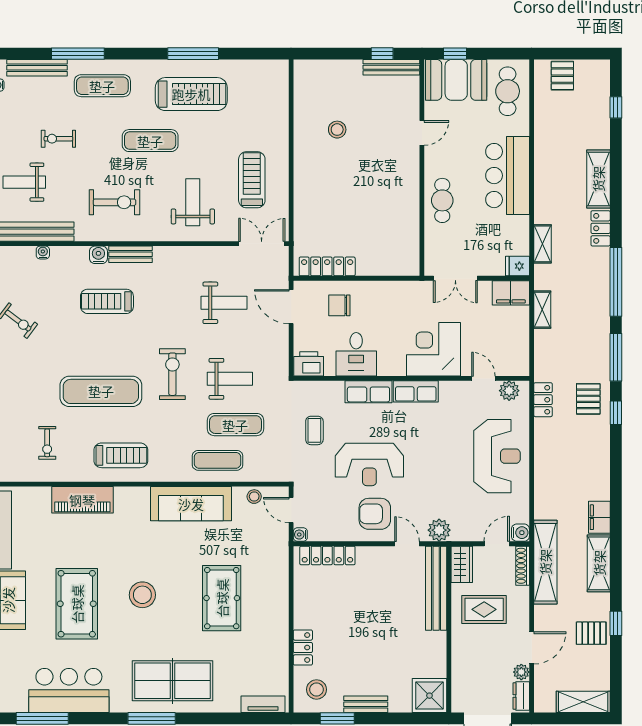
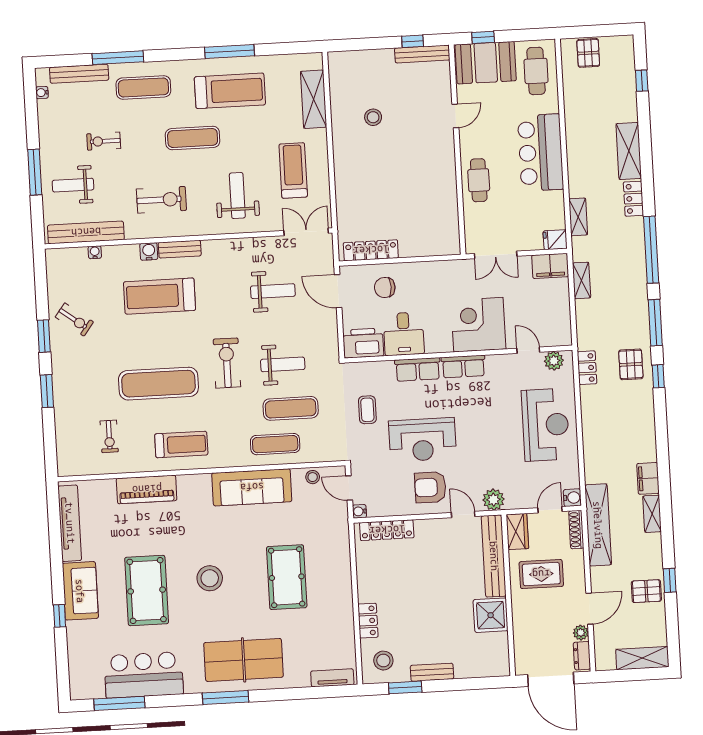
shelving: (277, 108) -> (314, 99), added
treadmill: (107, 301) -> (159, 296), width x1.37, depth x1.38
printer: (309, 364) -> (363, 343), width x1.37, depth x1.19
shelving: (599, 563) -> (652, 514), width x0.67, depth x0.75
shower: (429, 696) -> (491, 615), moved

